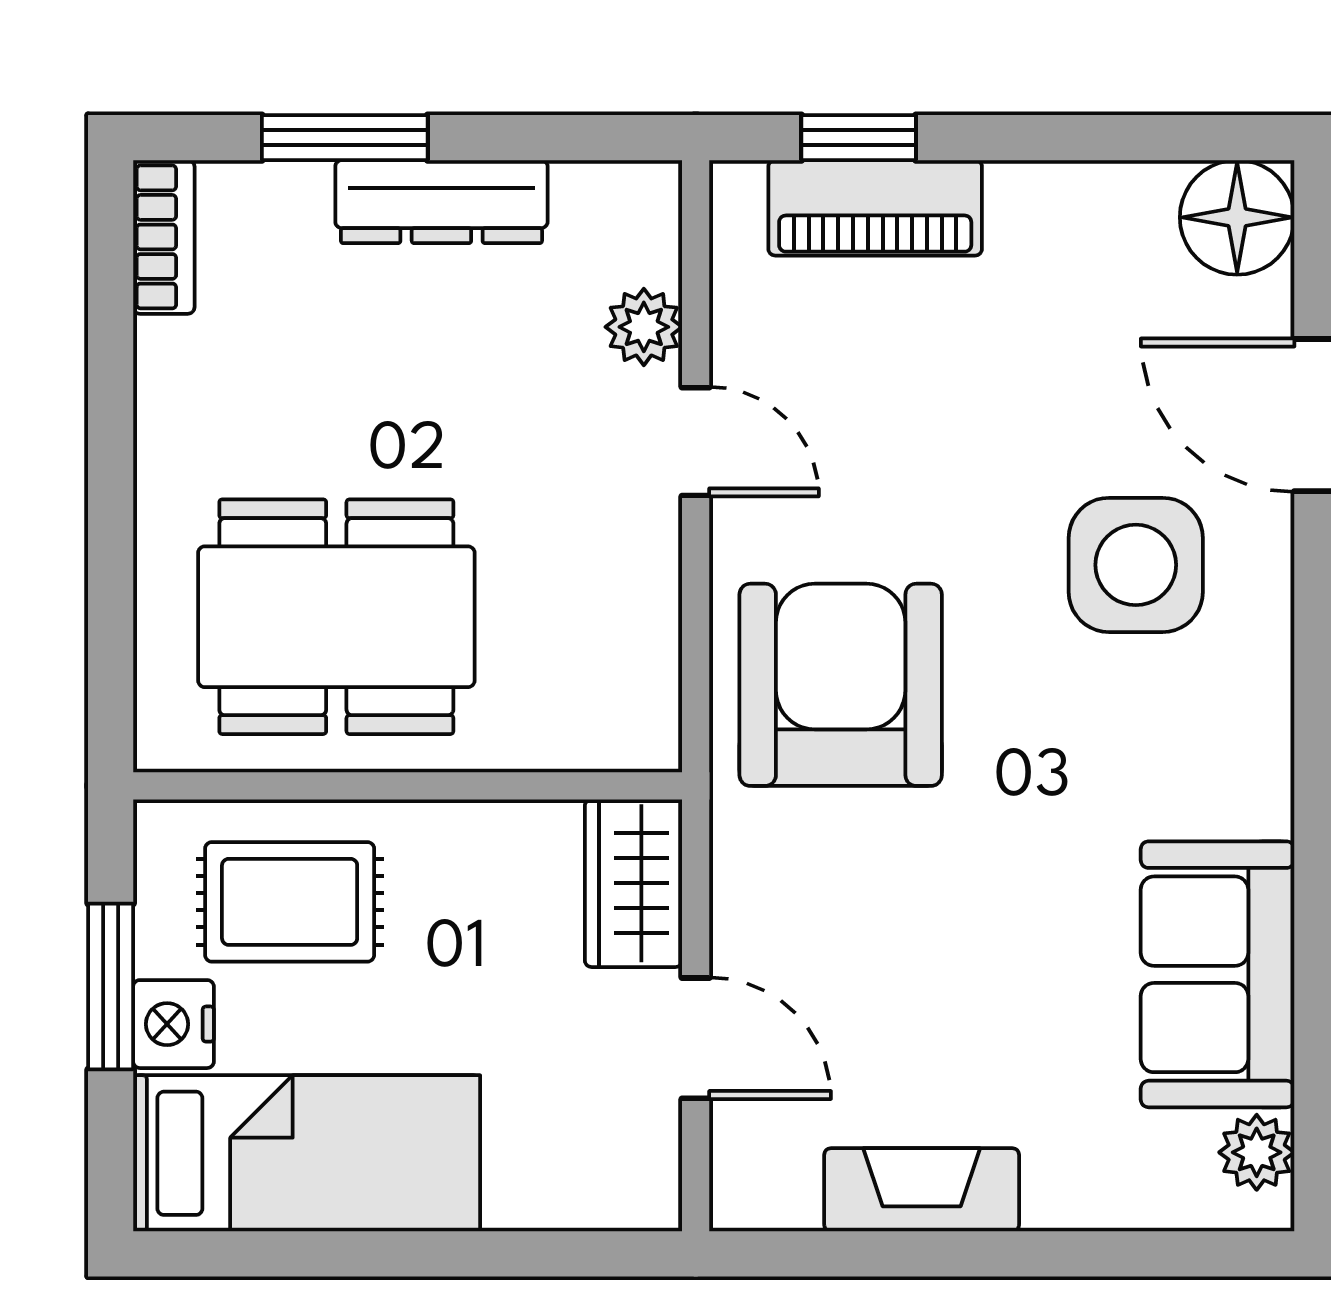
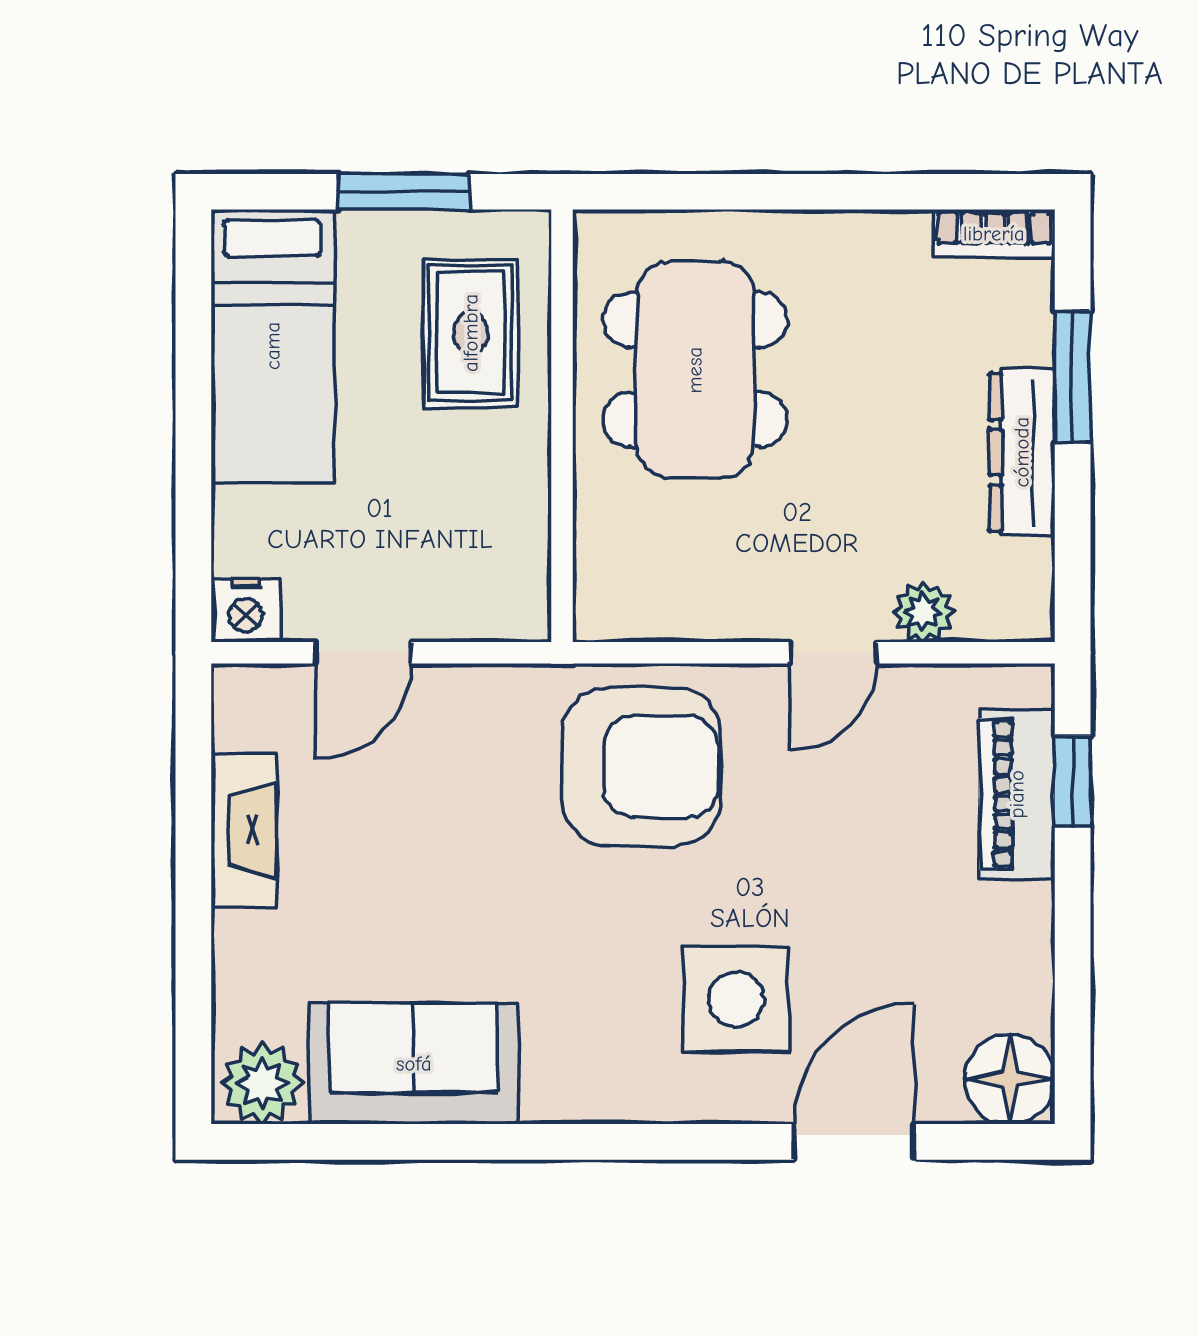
wardrobe: (634, 883) -> (485, 604), removed
nightstand: (173, 1024) -> (246, 610), moved, turned 180
plant: (1257, 1152) -> (262, 1083), width x1.38, depth x1.38

